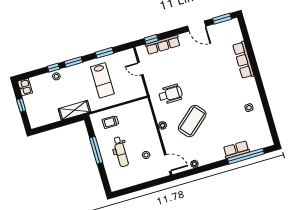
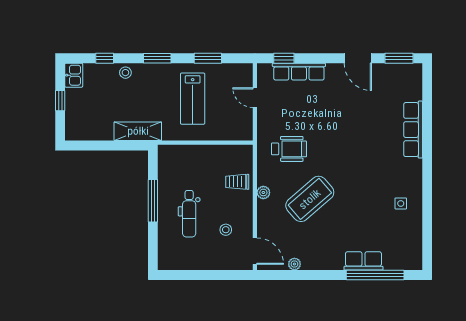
window: (53, 68) -> (105, 58), moved
trolley: (110, 122) -> (237, 182), moved

